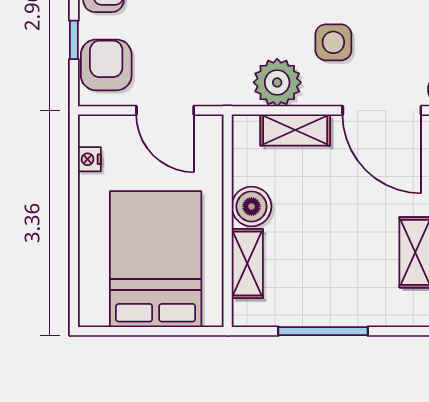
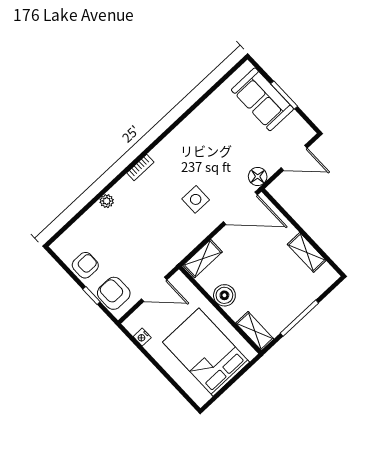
plant: (277, 82) -> (188, 236), removed
shelving: (295, 130) -> (203, 259), moved
shelving: (247, 264) -> (255, 331), moved

